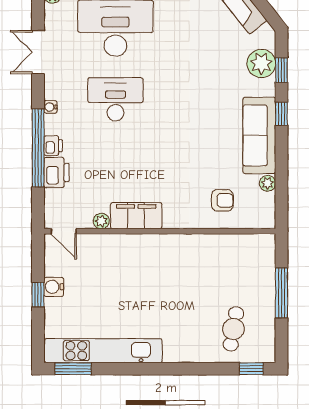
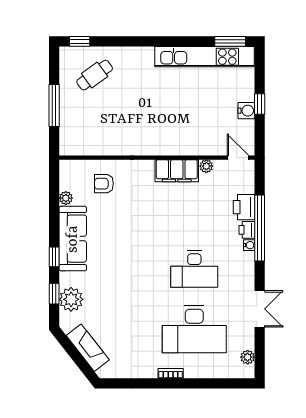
water cooler: (50, 107) -> (249, 245), moved
cafe table: (233, 329) -> (95, 75), turned 44

